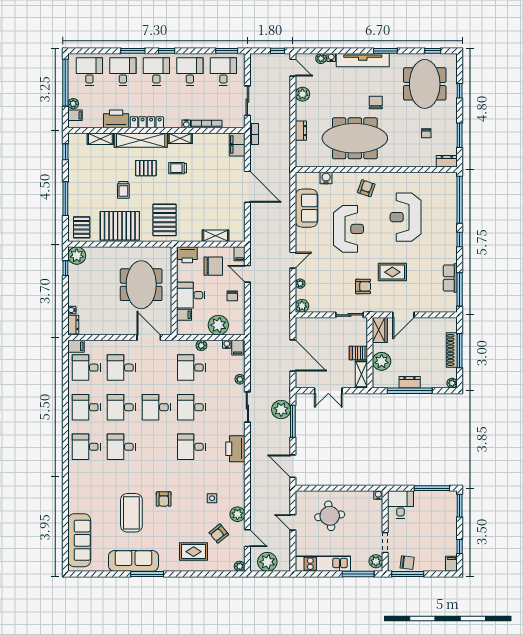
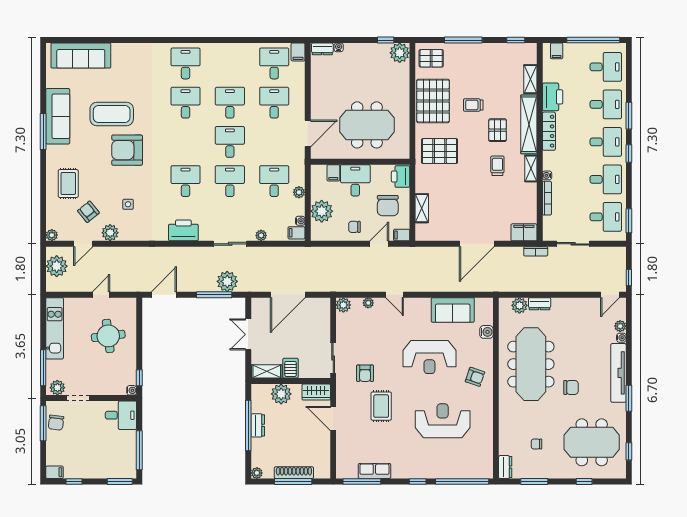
plant: (302, 94) -> (519, 305), moved
plant: (73, 104) -> (570, 49), removed
desk: (86, 407) -> (230, 63), removed
window: (367, 488) -> (139, 378), added
armchair: (164, 499) -> (127, 150), width x1.88, depth x1.88

